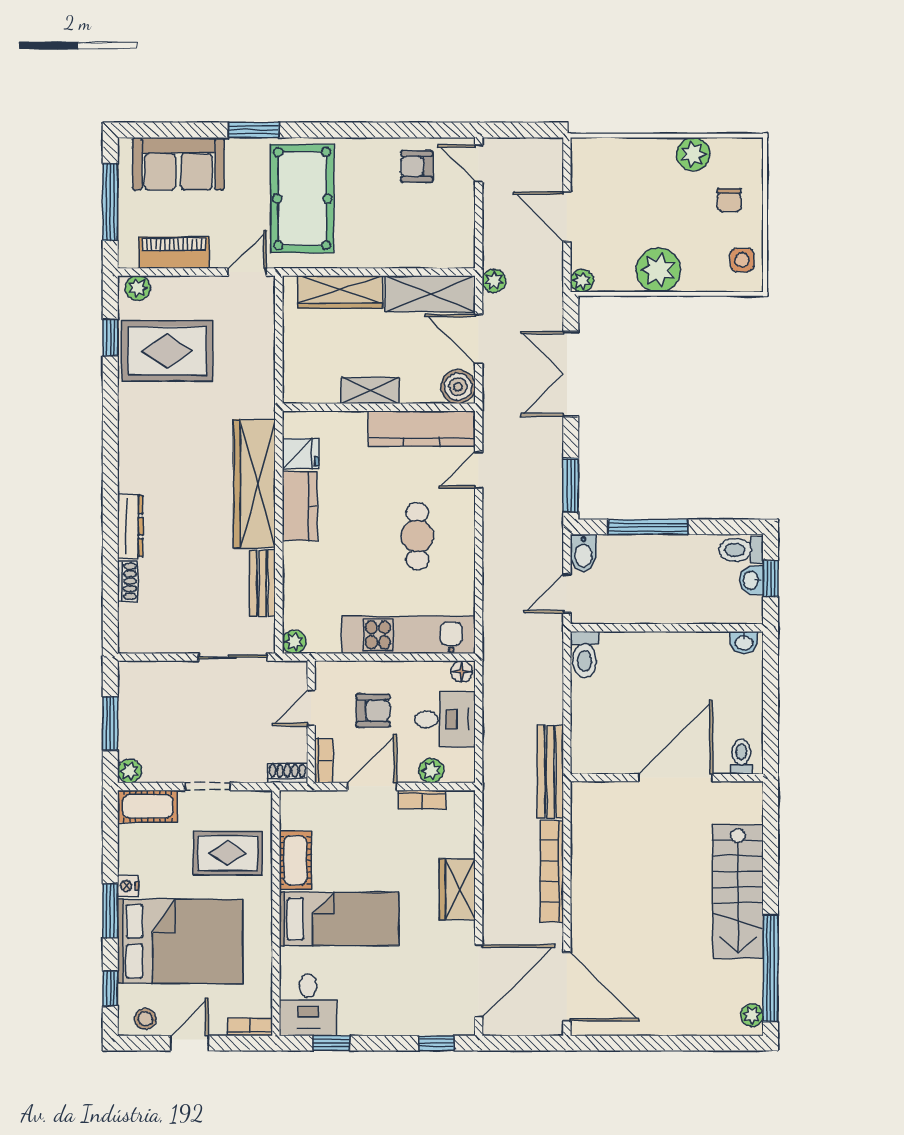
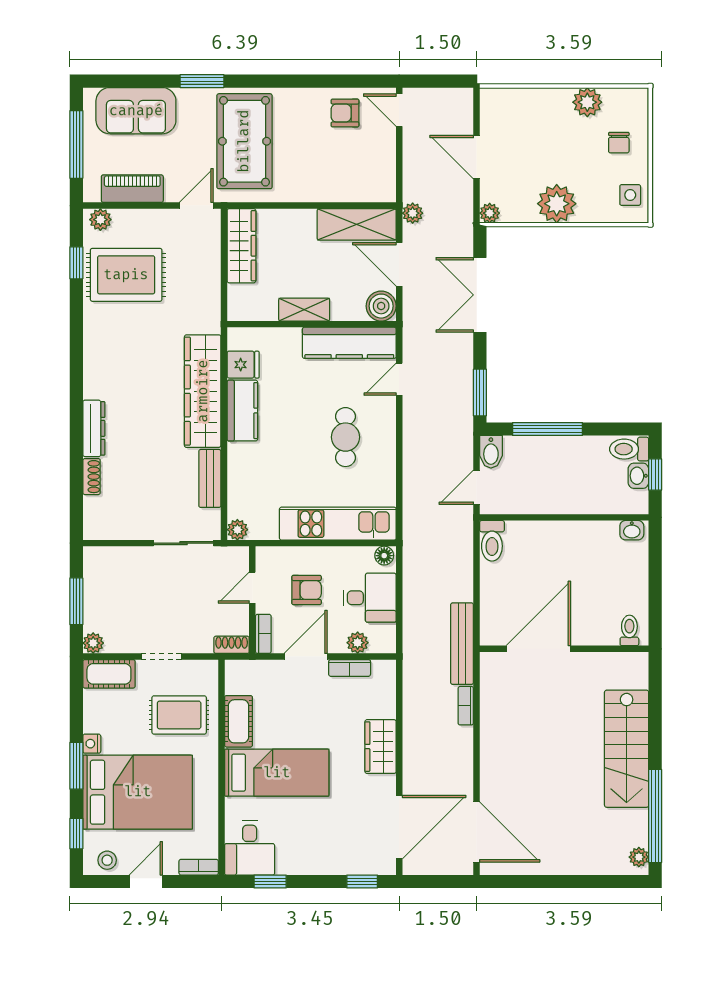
wardrobe: (340, 292) -> (241, 246), moved, turned -90
door: (676, 778) -> (538, 649), moved
bookcase: (552, 871) -> (466, 706), width x0.43, depth x0.76

